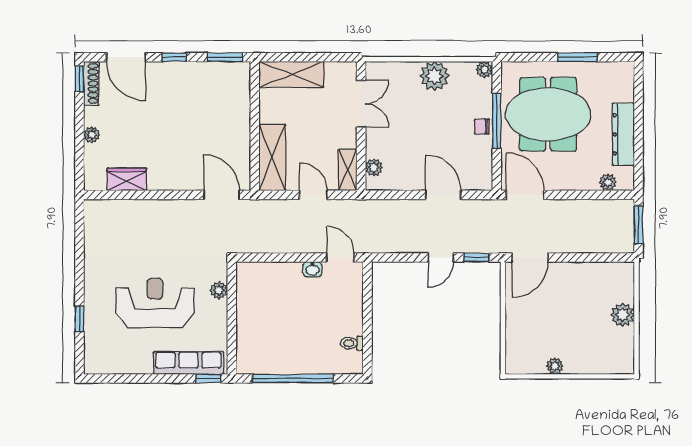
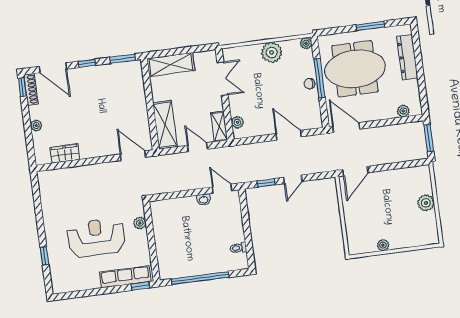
dresser: (623, 134) -> (407, 57), moved
window: (476, 257) -> (266, 183), moved

